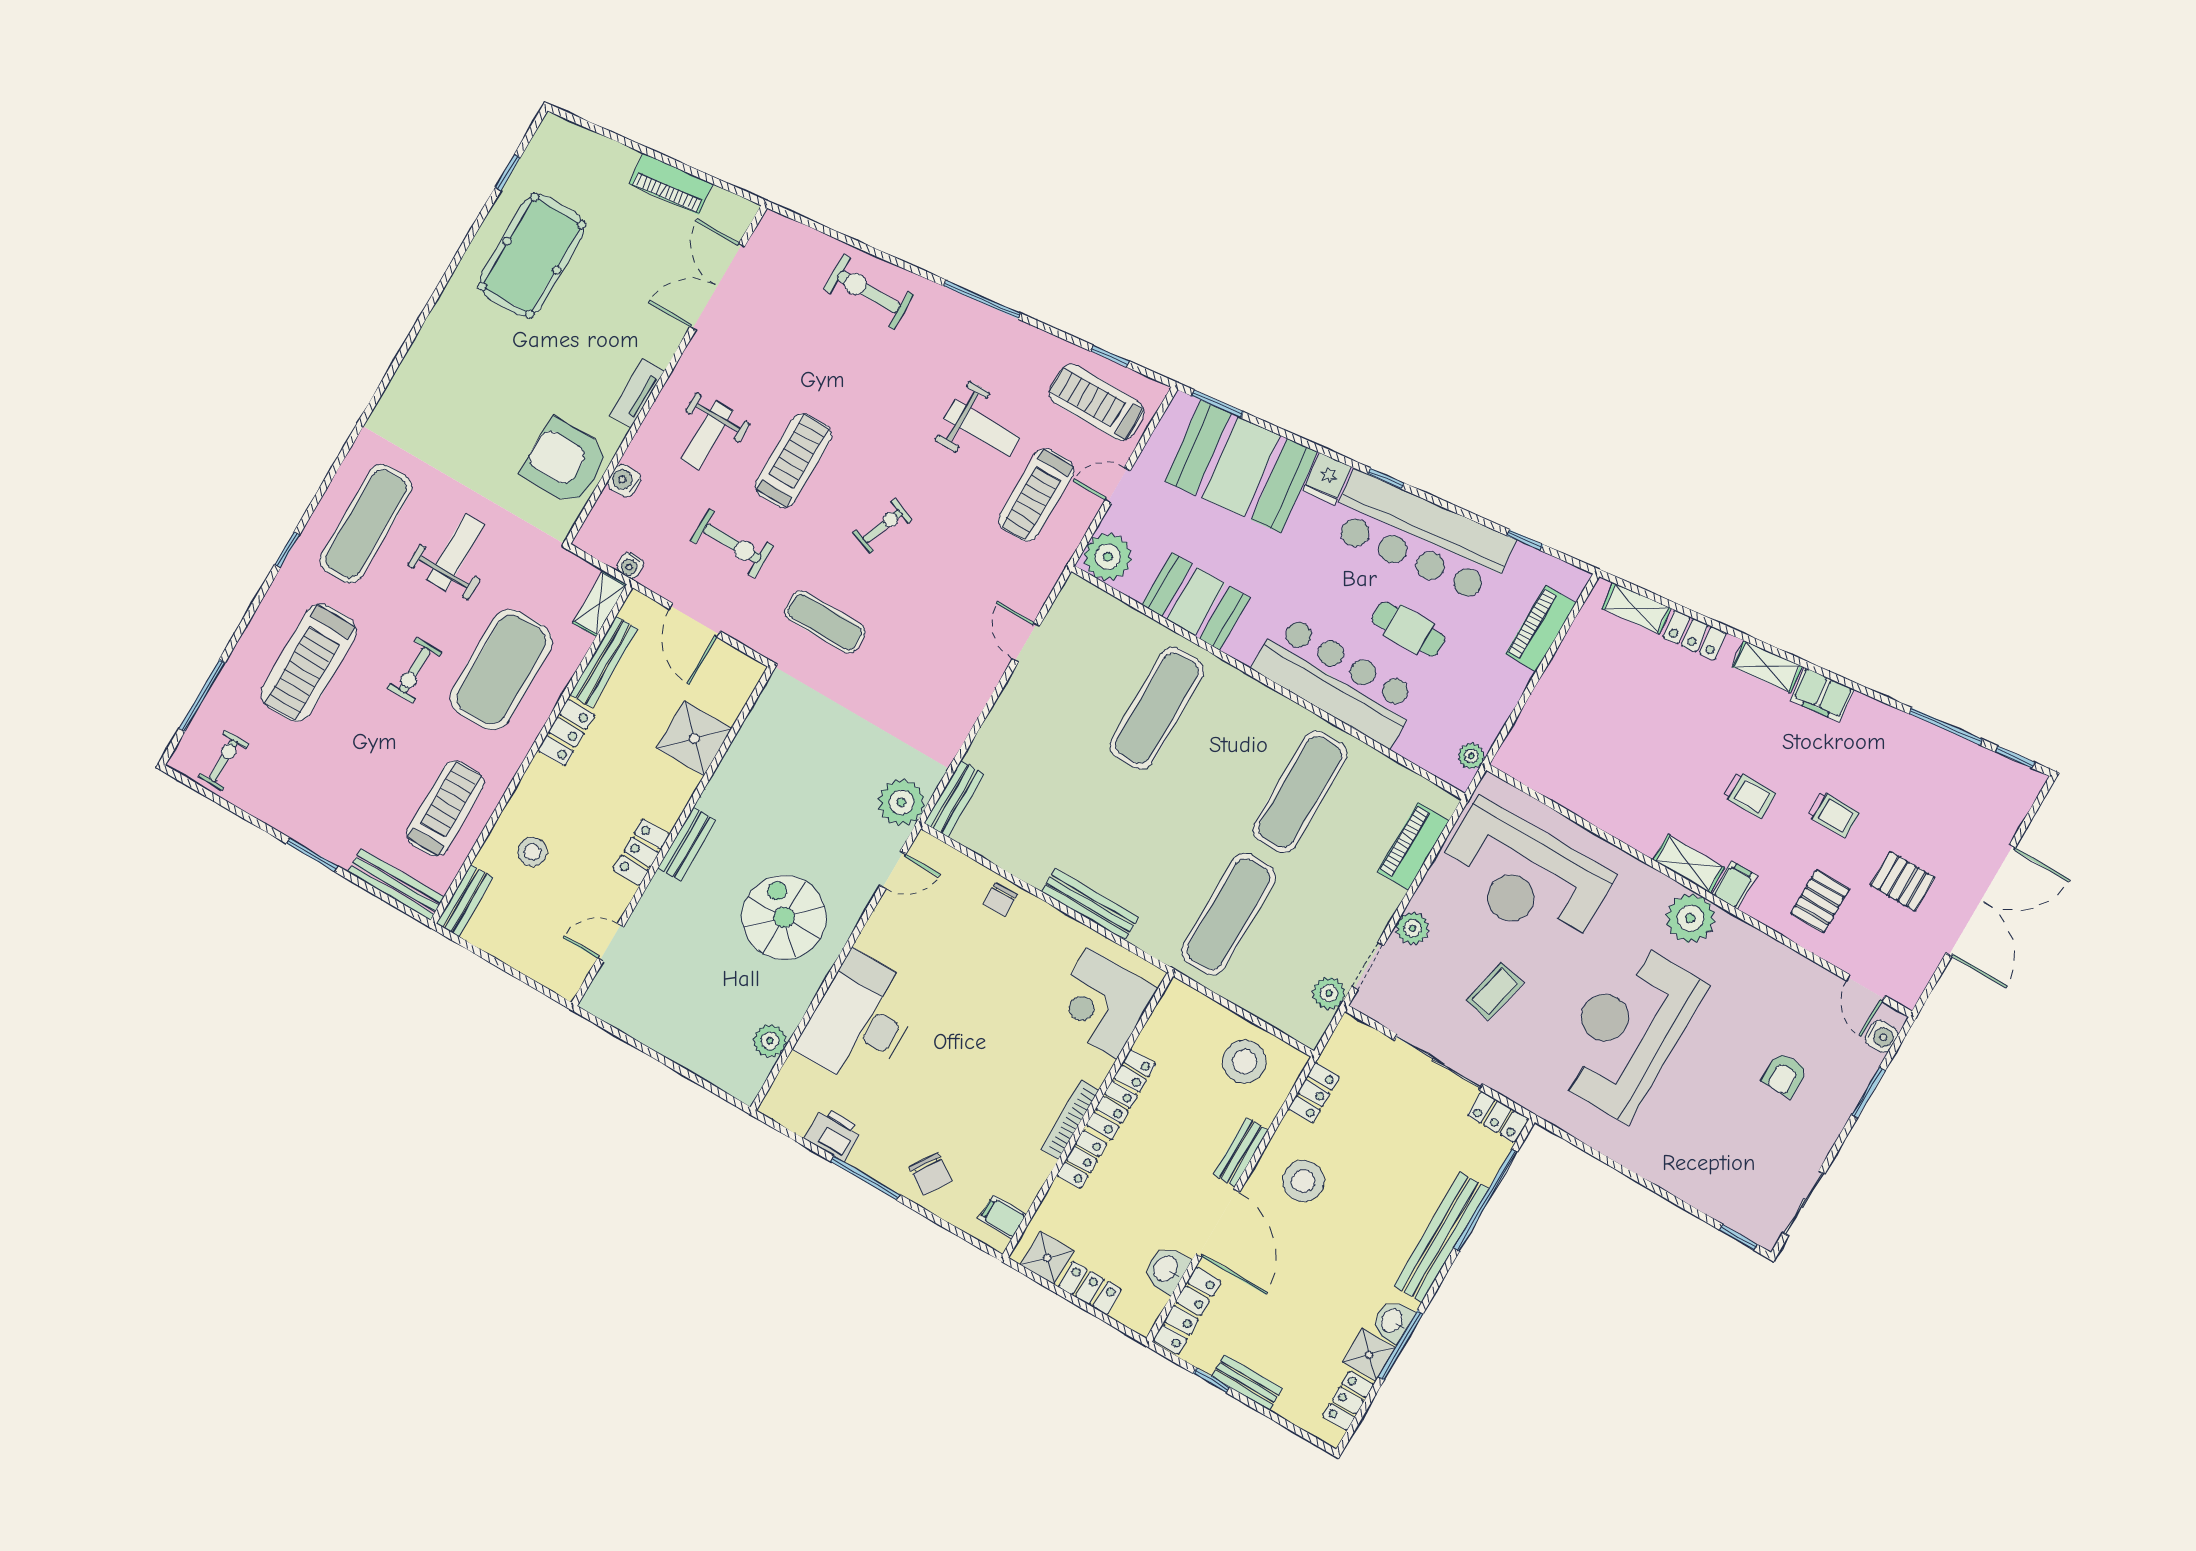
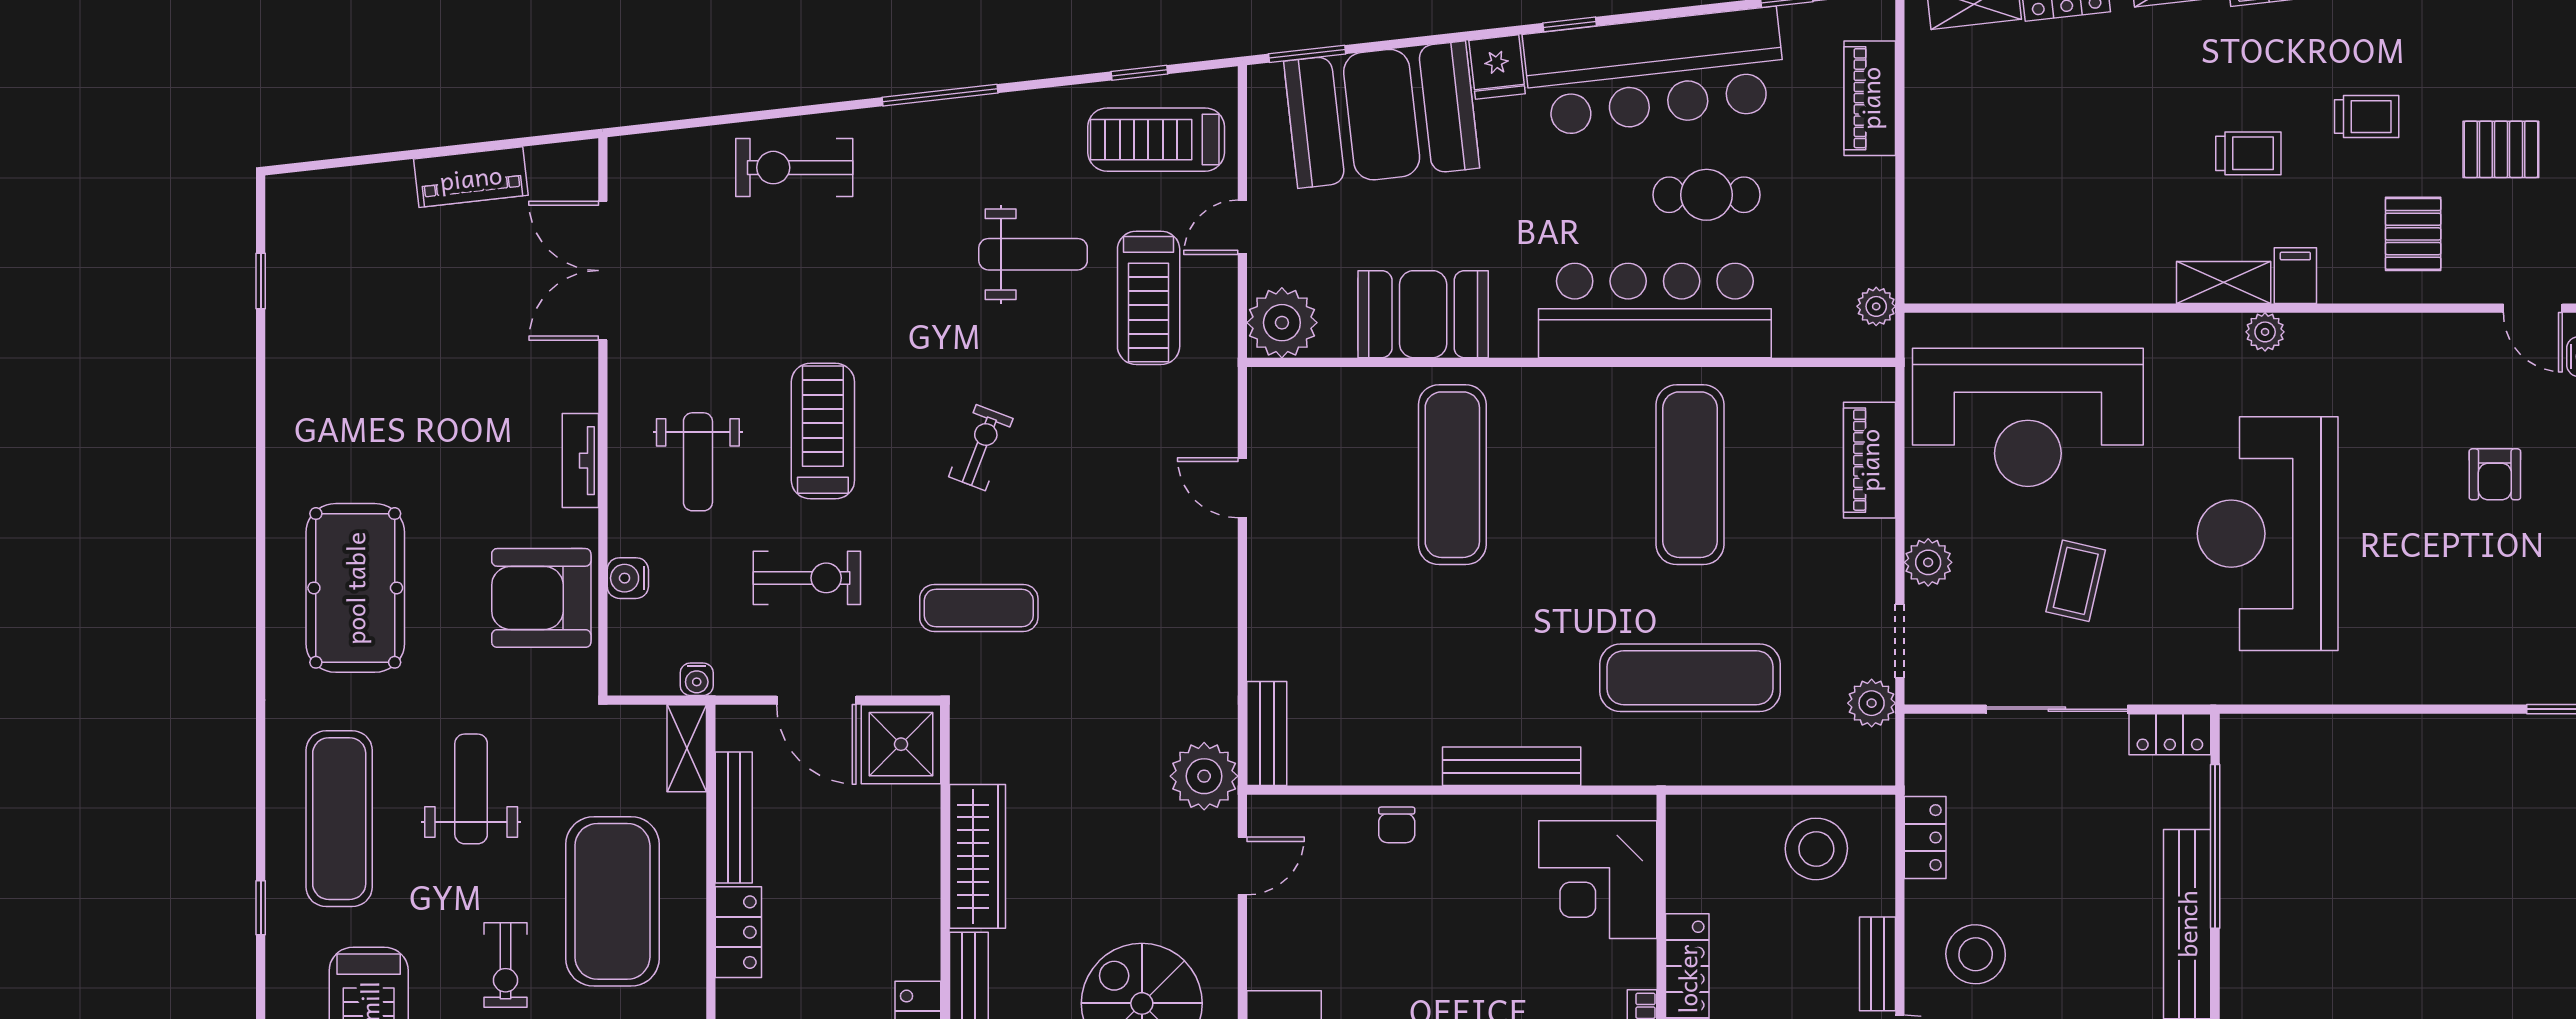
pool table: (532, 256) -> (355, 588), moved
shower: (694, 738) -> (901, 744), moved
wardrobe: (737, 771) -> (978, 856), added
exercise mat: (1229, 914) -> (1690, 678), turned 90
plant: (1690, 918) -> (2265, 332), width x0.53, depth x0.53

